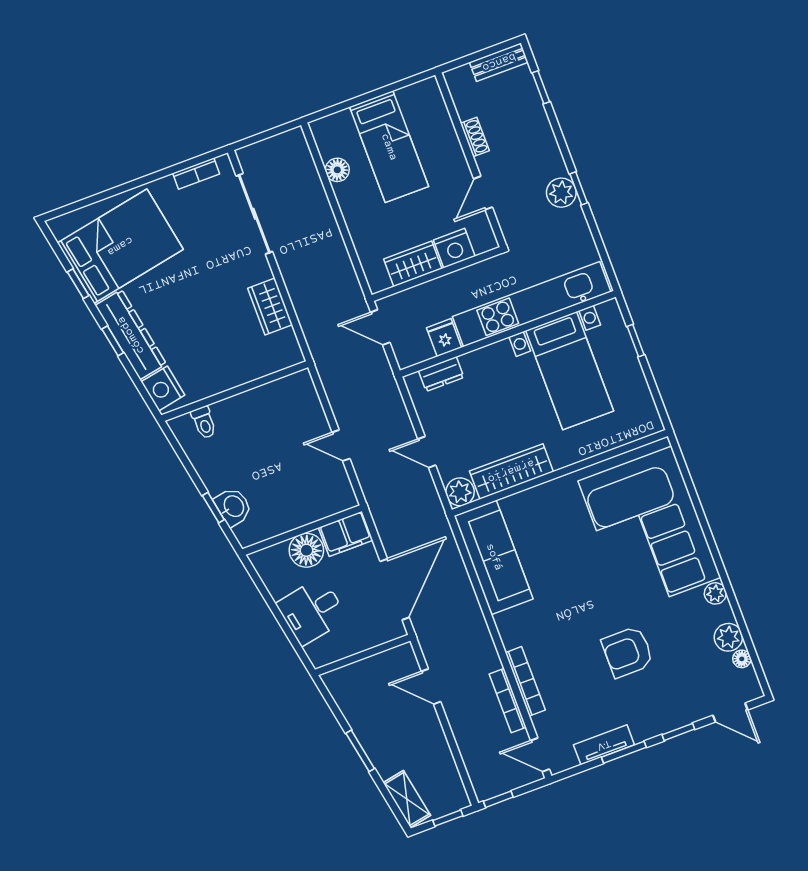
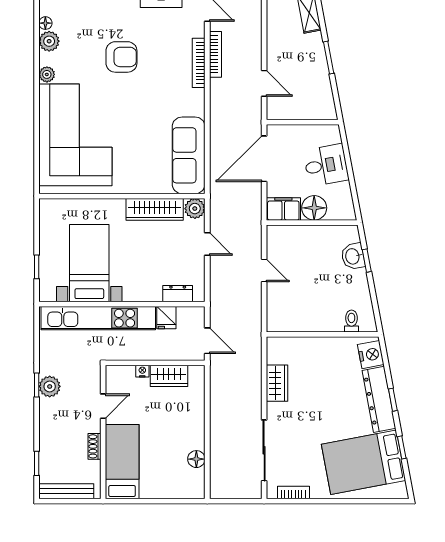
bench: (499, 62) -> (66, 491), width x1.36
bed: (389, 147) -> (122, 462), moved
nightstand: (454, 248) -> (142, 371), width x0.53, depth x0.56

